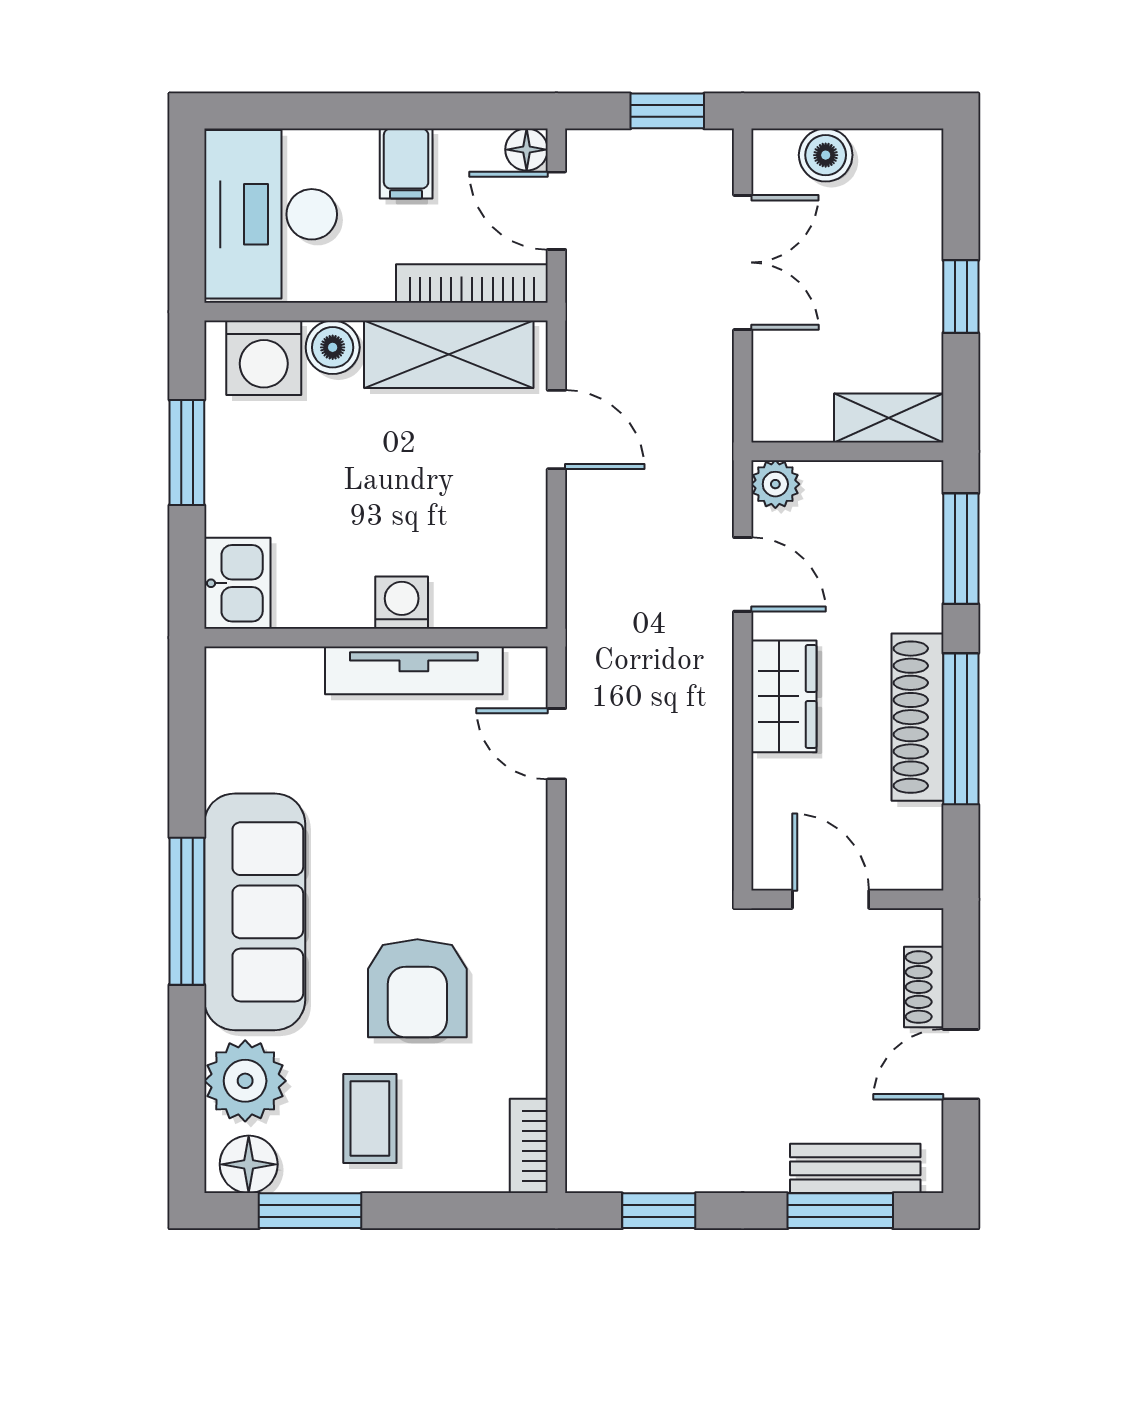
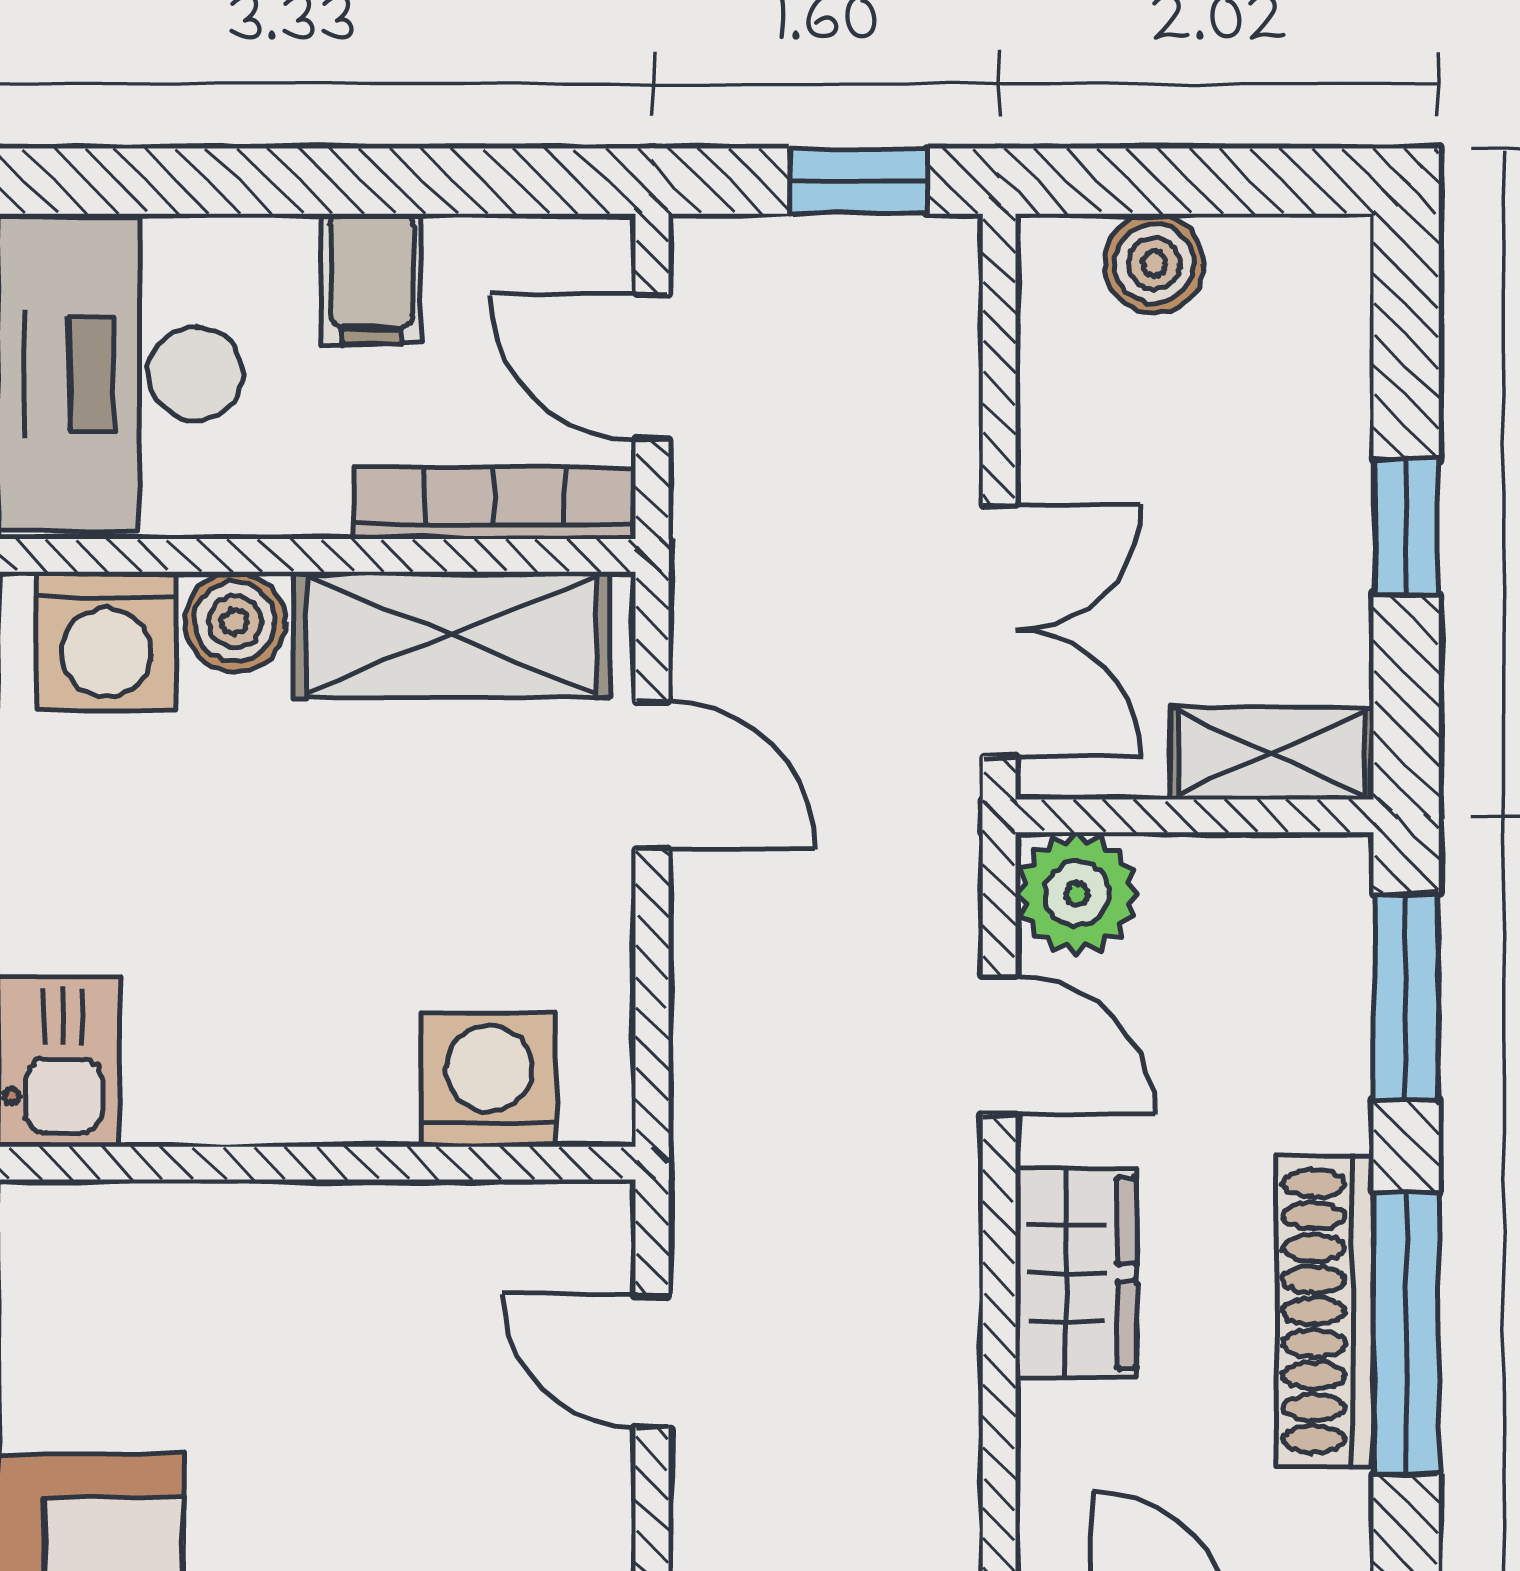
floor lamp: (527, 150) -> (596, 253), removed
double door: (743, 262) -> (999, 631), moved
plant: (775, 484) -> (1077, 894), width x1.38, depth x1.38
washing machine: (402, 603) -> (489, 1079), moved, width x1.38, depth x1.38
tv unit: (414, 670) -> (386, 1224), removed

